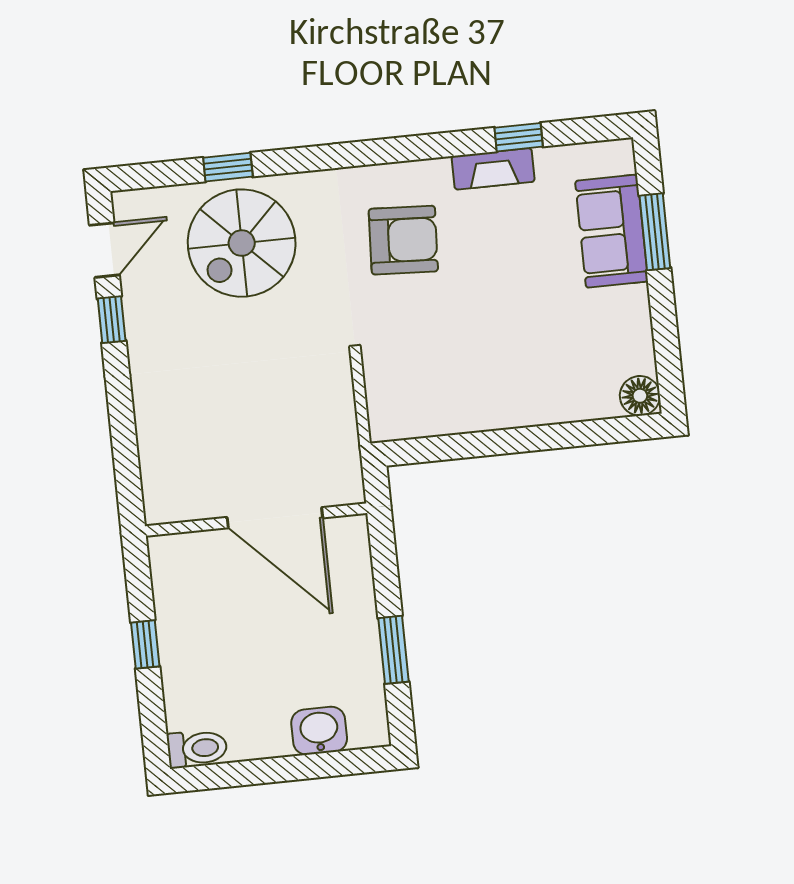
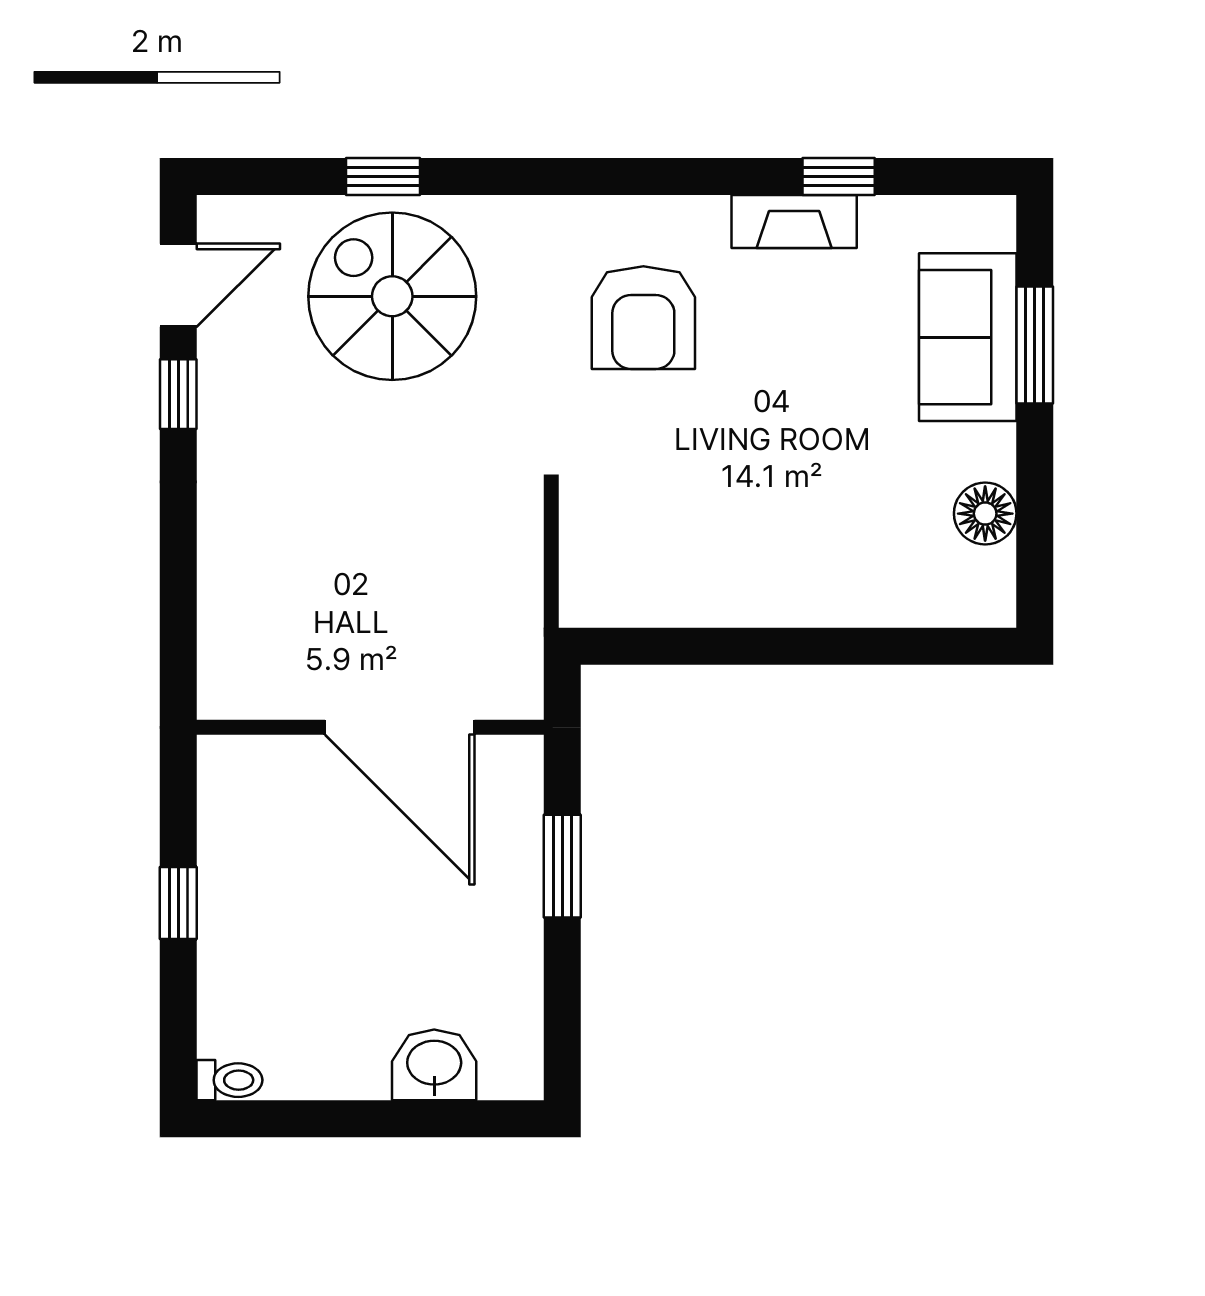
armchair: (403, 240) -> (643, 318), turned 87
spiral stairs: (242, 243) -> (392, 296), turned 90
floor lamp: (640, 396) -> (985, 514), moved
window: (393, 650) -> (562, 866), moved
toilet: (197, 748) -> (230, 1080), width x0.73, depth x0.72

